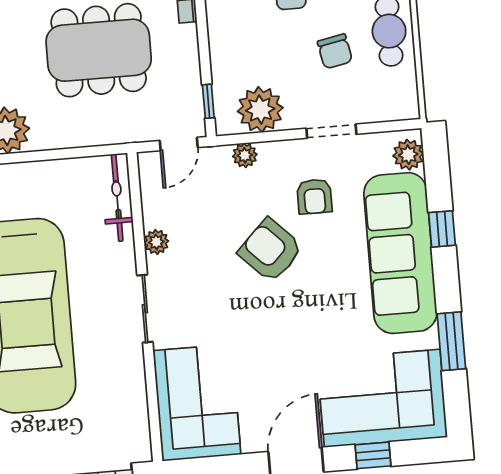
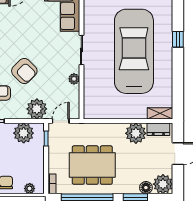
plant: (245, 155) -> (37, 109), width x1.87, depth x1.87
bicycle: (117, 198) -> (90, 100), removed

